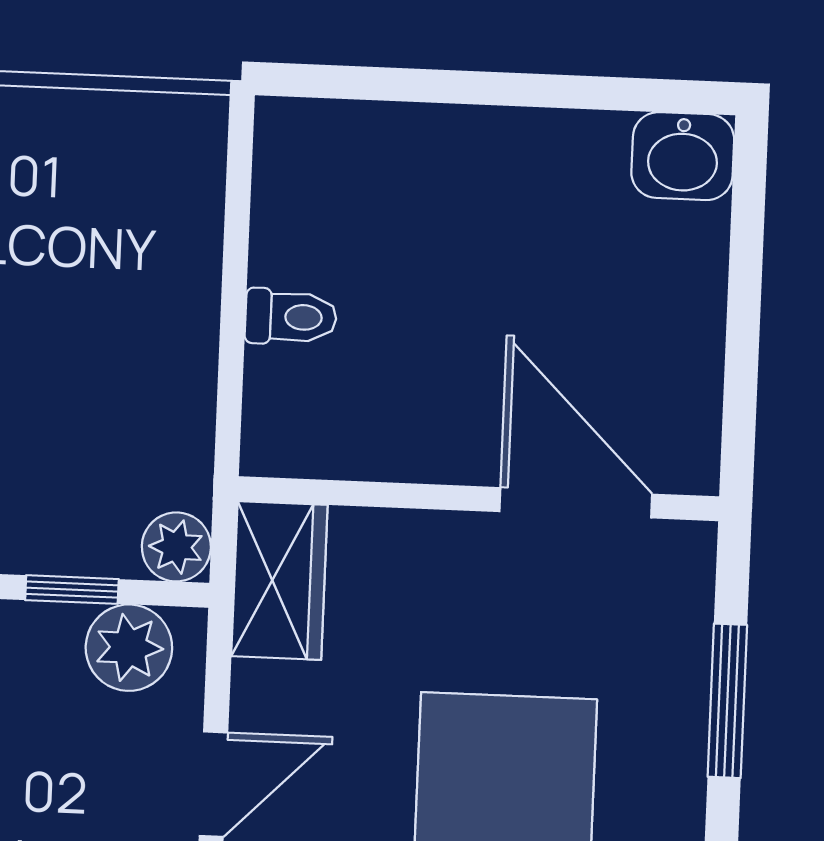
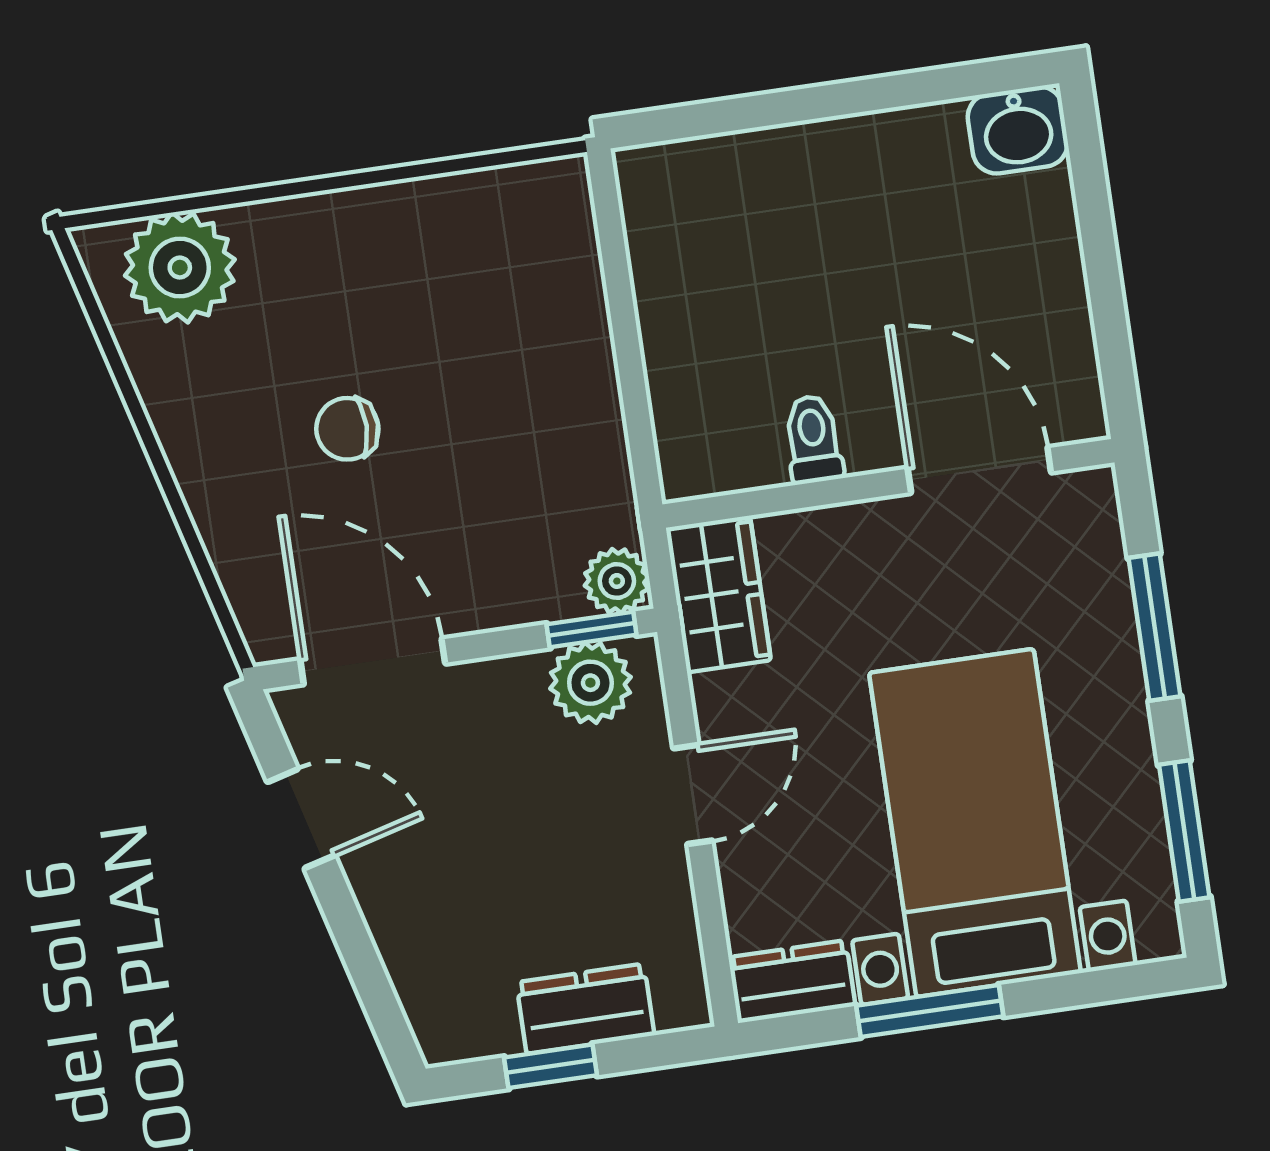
toilet: (291, 317) -> (813, 439), moved, turned -90
window: (72, 590) -> (591, 629), moved

